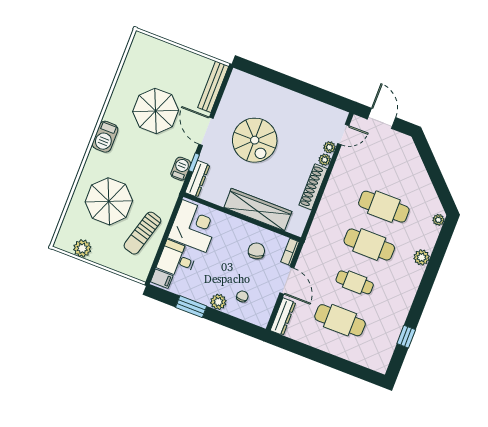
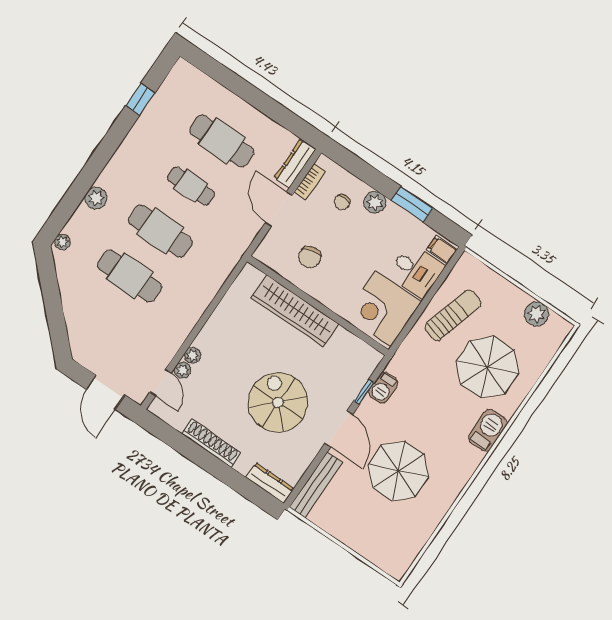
door: (343, 135) -> (161, 383), swing flipped
barbecue: (105, 137) -> (488, 430), moved
dresser: (198, 179) -> (270, 483), moved, turned 90
shoe rack: (313, 187) -> (211, 443), moved, turned -90
bookcase: (290, 252) -> (310, 182), moved

